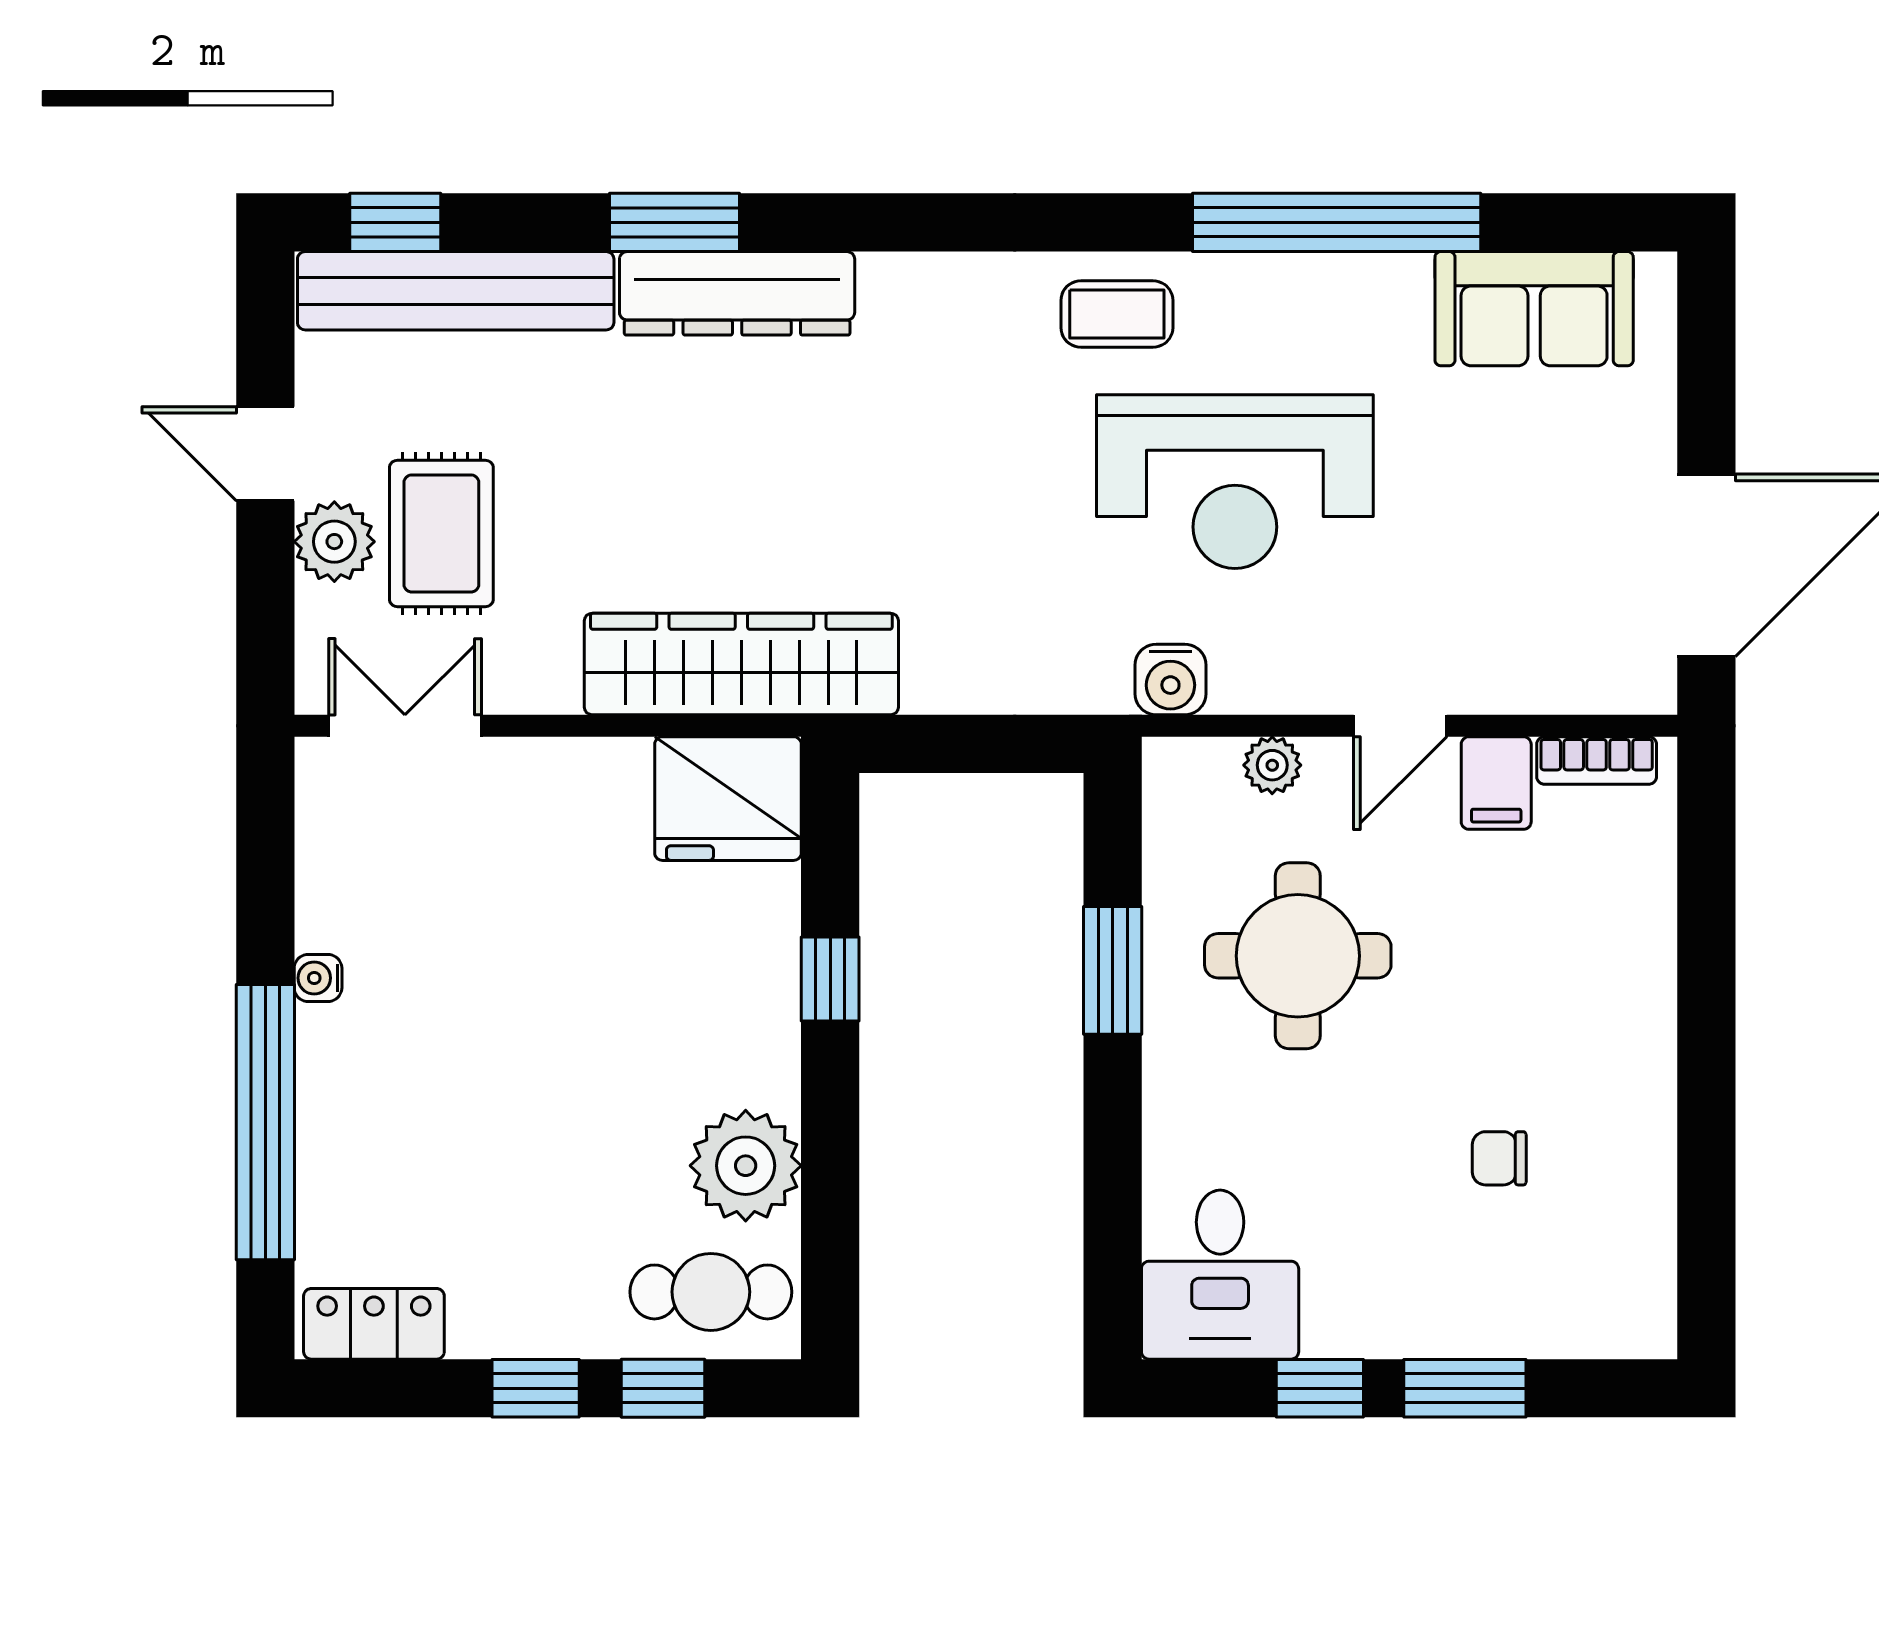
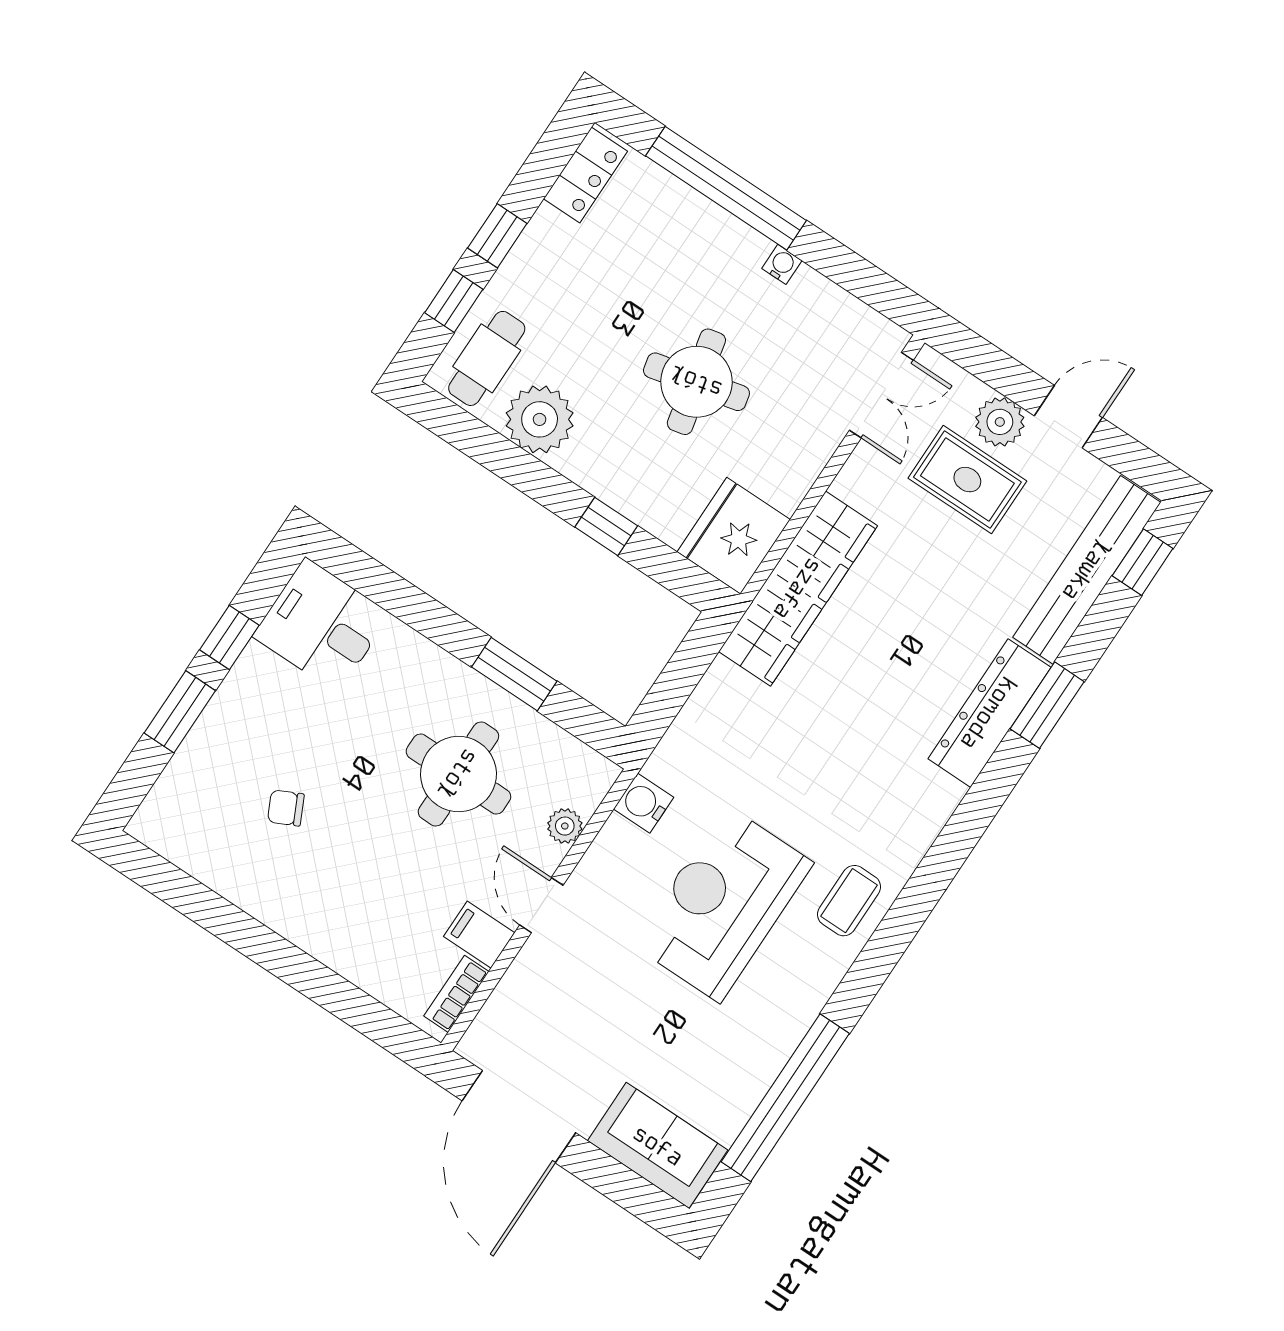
window: (1337, 222) -> (785, 1098), moved
sofa: (1534, 309) -> (658, 1145), moved, turned 90
round table: (553, 988) -> (696, 382), added
chair: (1499, 1158) -> (286, 808), turned -116

